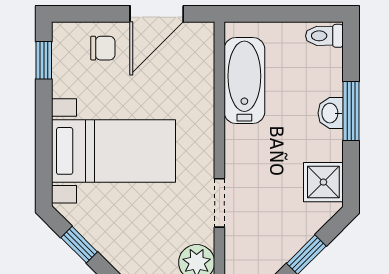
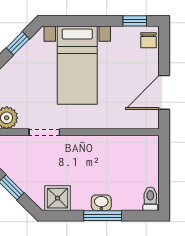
door: (157, 14) -> (164, 92), hinge flipped
chair: (103, 48) -> (148, 40), moved
bathtub: (244, 80) -> (122, 148), removed

